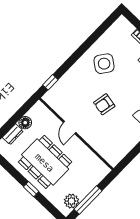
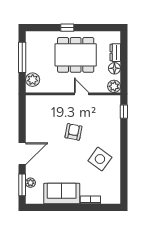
plant: (39, 109) -> (114, 86), added
plant: (71, 201) -> (33, 80), moved

